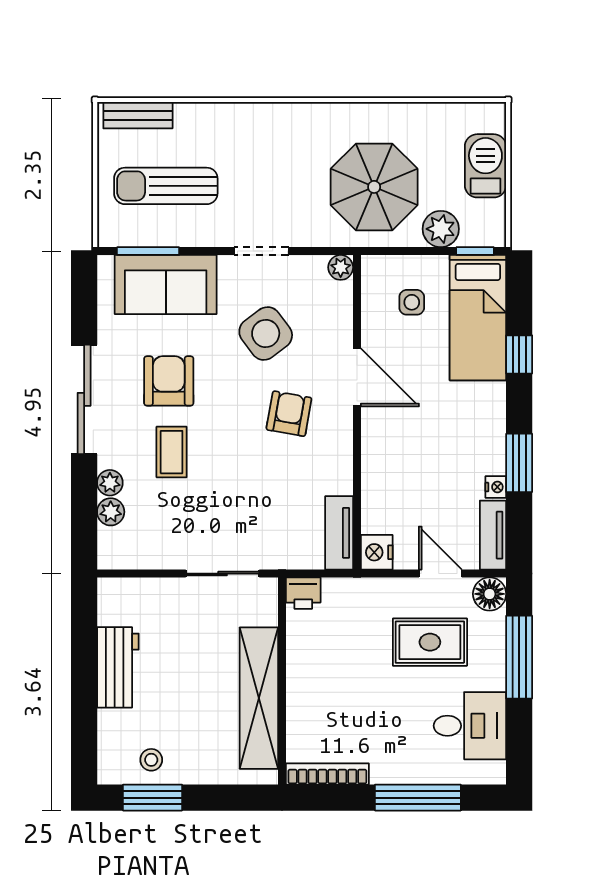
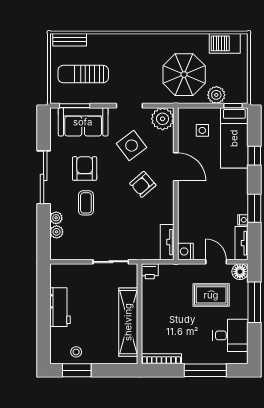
barbecue: (485, 166) -> (225, 43), moved, turned -90
plant: (341, 267) -> (163, 119), width x1.88, depth x1.88
armchair: (289, 414) -> (143, 184), turned -141

